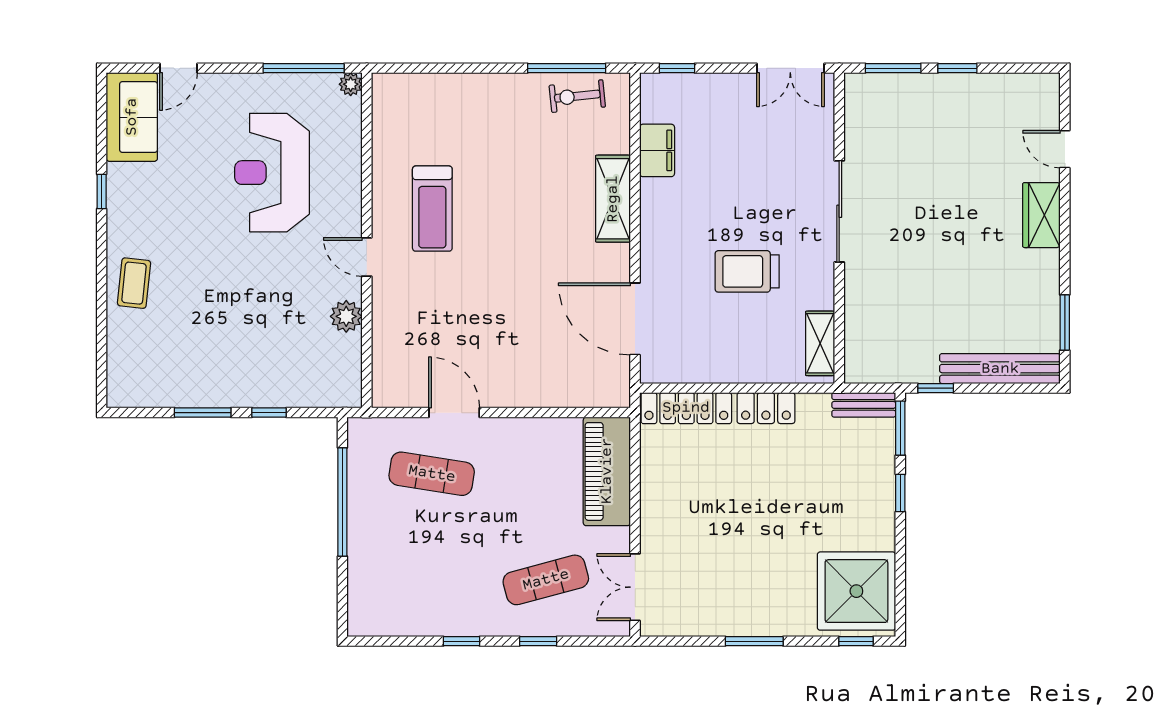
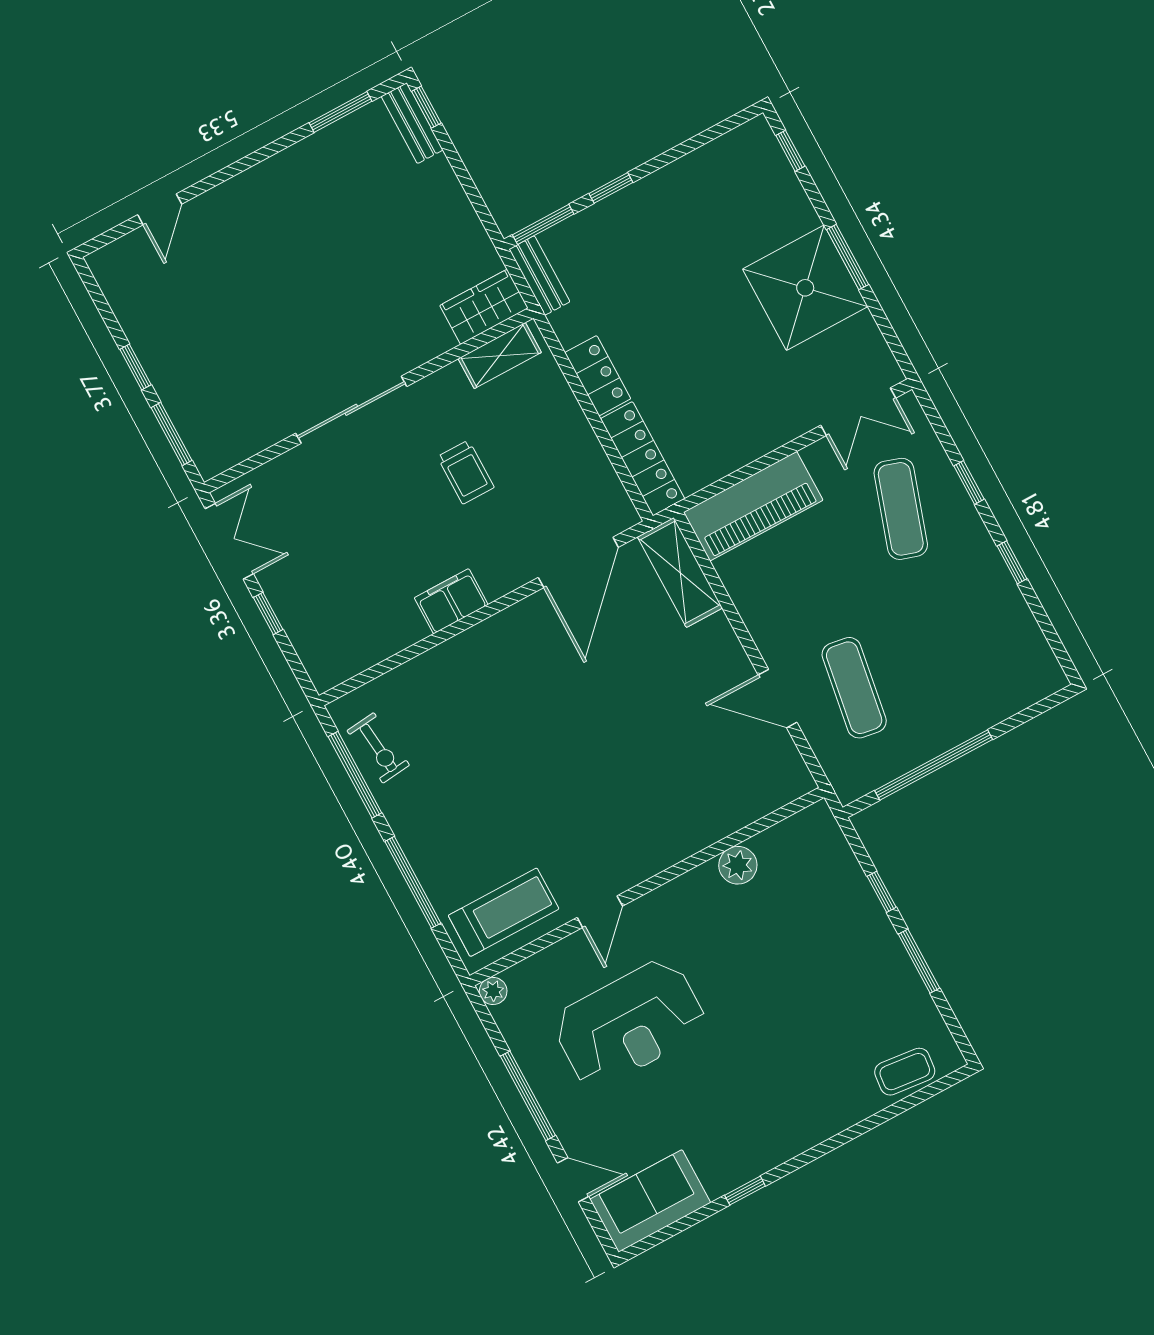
window: (304, 68) -> (528, 1096), moved
window: (464, 68) -> (413, 882), added
window: (677, 68) -> (268, 613), moved
filing cabinet: (657, 150) -> (451, 601), moved
shelving: (613, 199) -> (680, 572), moved, turned 90
treadmill: (432, 209) -> (504, 912), moved
wardrobe: (1041, 215) -> (484, 307), moved, turned 180
door: (367, 257) -> (600, 912), moved
trolley: (747, 271) -> (466, 472), width x0.73, depth x0.72
coffee table: (134, 283) -> (905, 1072), moved
bench: (1000, 369) -> (412, 123), width x0.54, depth x0.82
window: (936, 388) -> (426, 107), moved
door: (454, 413) -> (778, 699), hinge flipped
exercise mat: (546, 580) -> (901, 509), turned 33
shower: (856, 591) -> (805, 288), moved

